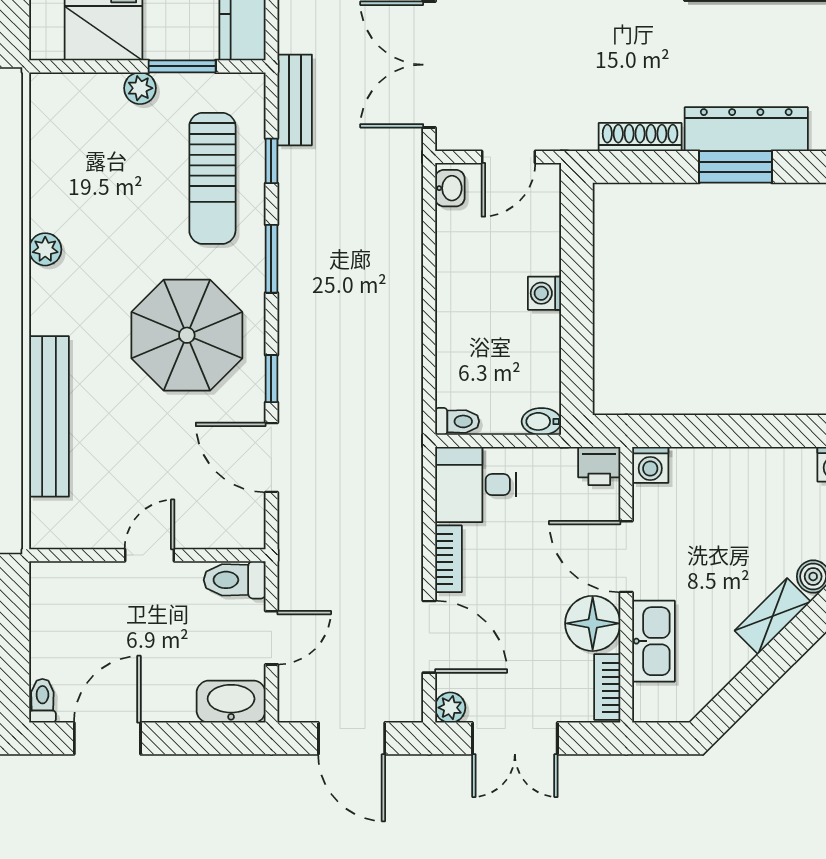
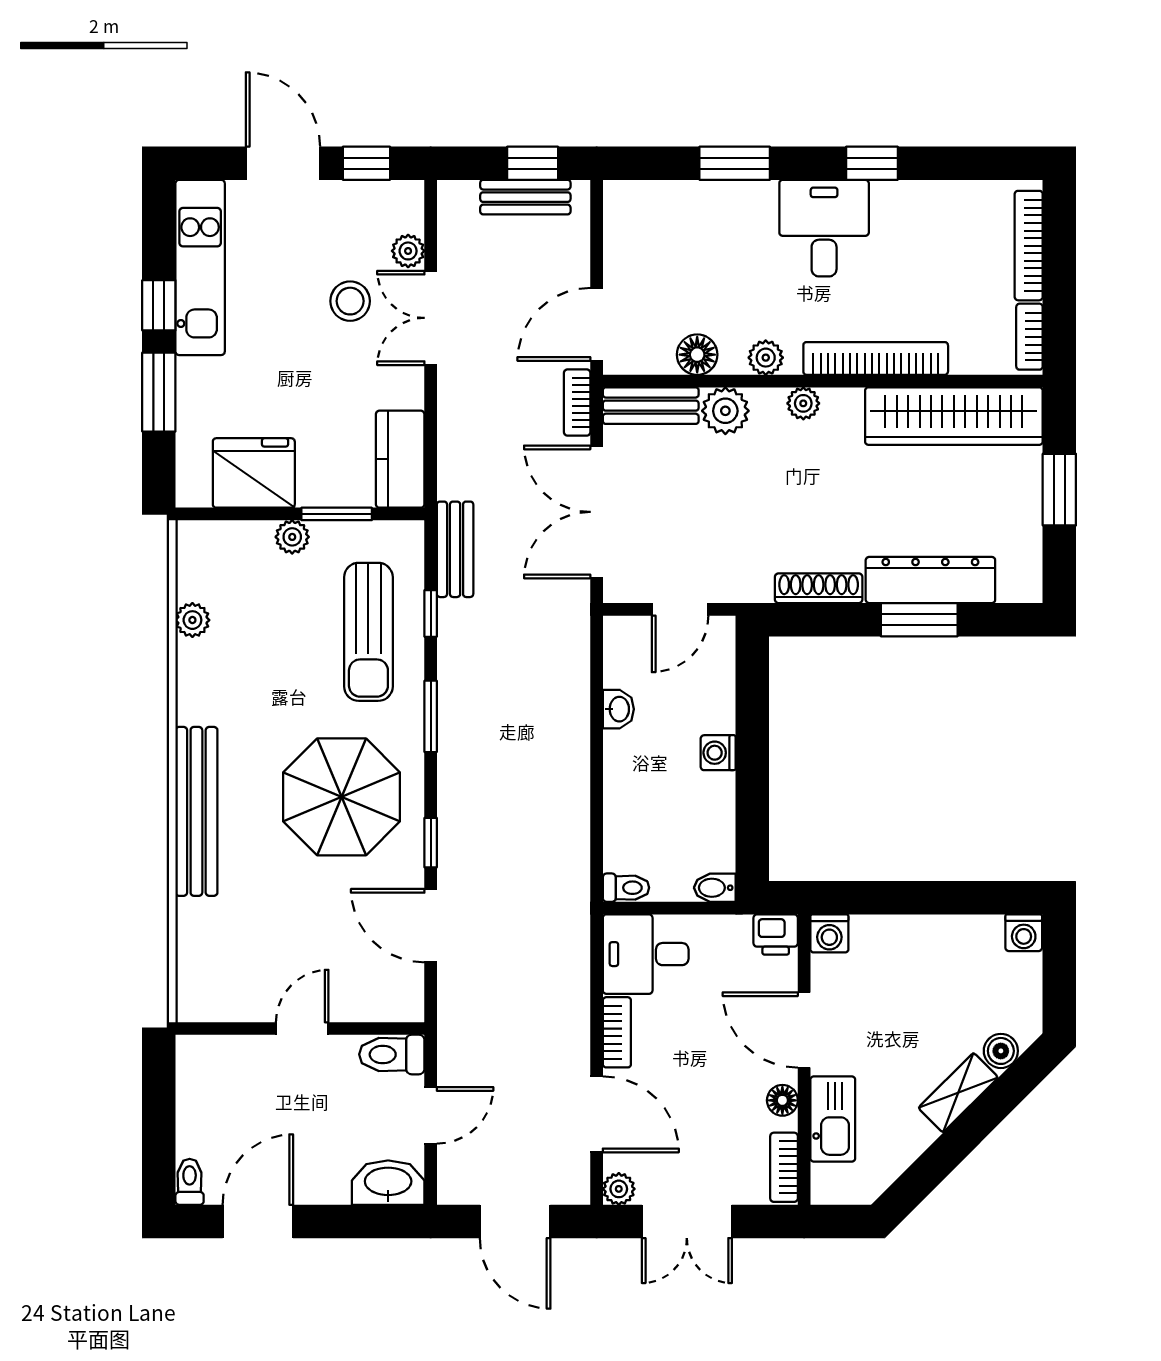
washbasin: (450, 188) -> (618, 709), moved
plant: (45, 249) -> (192, 620), moved
bench: (49, 416) -> (196, 811), moved
floor lamp: (593, 623) -> (782, 1100), width x0.53, depth x0.53

